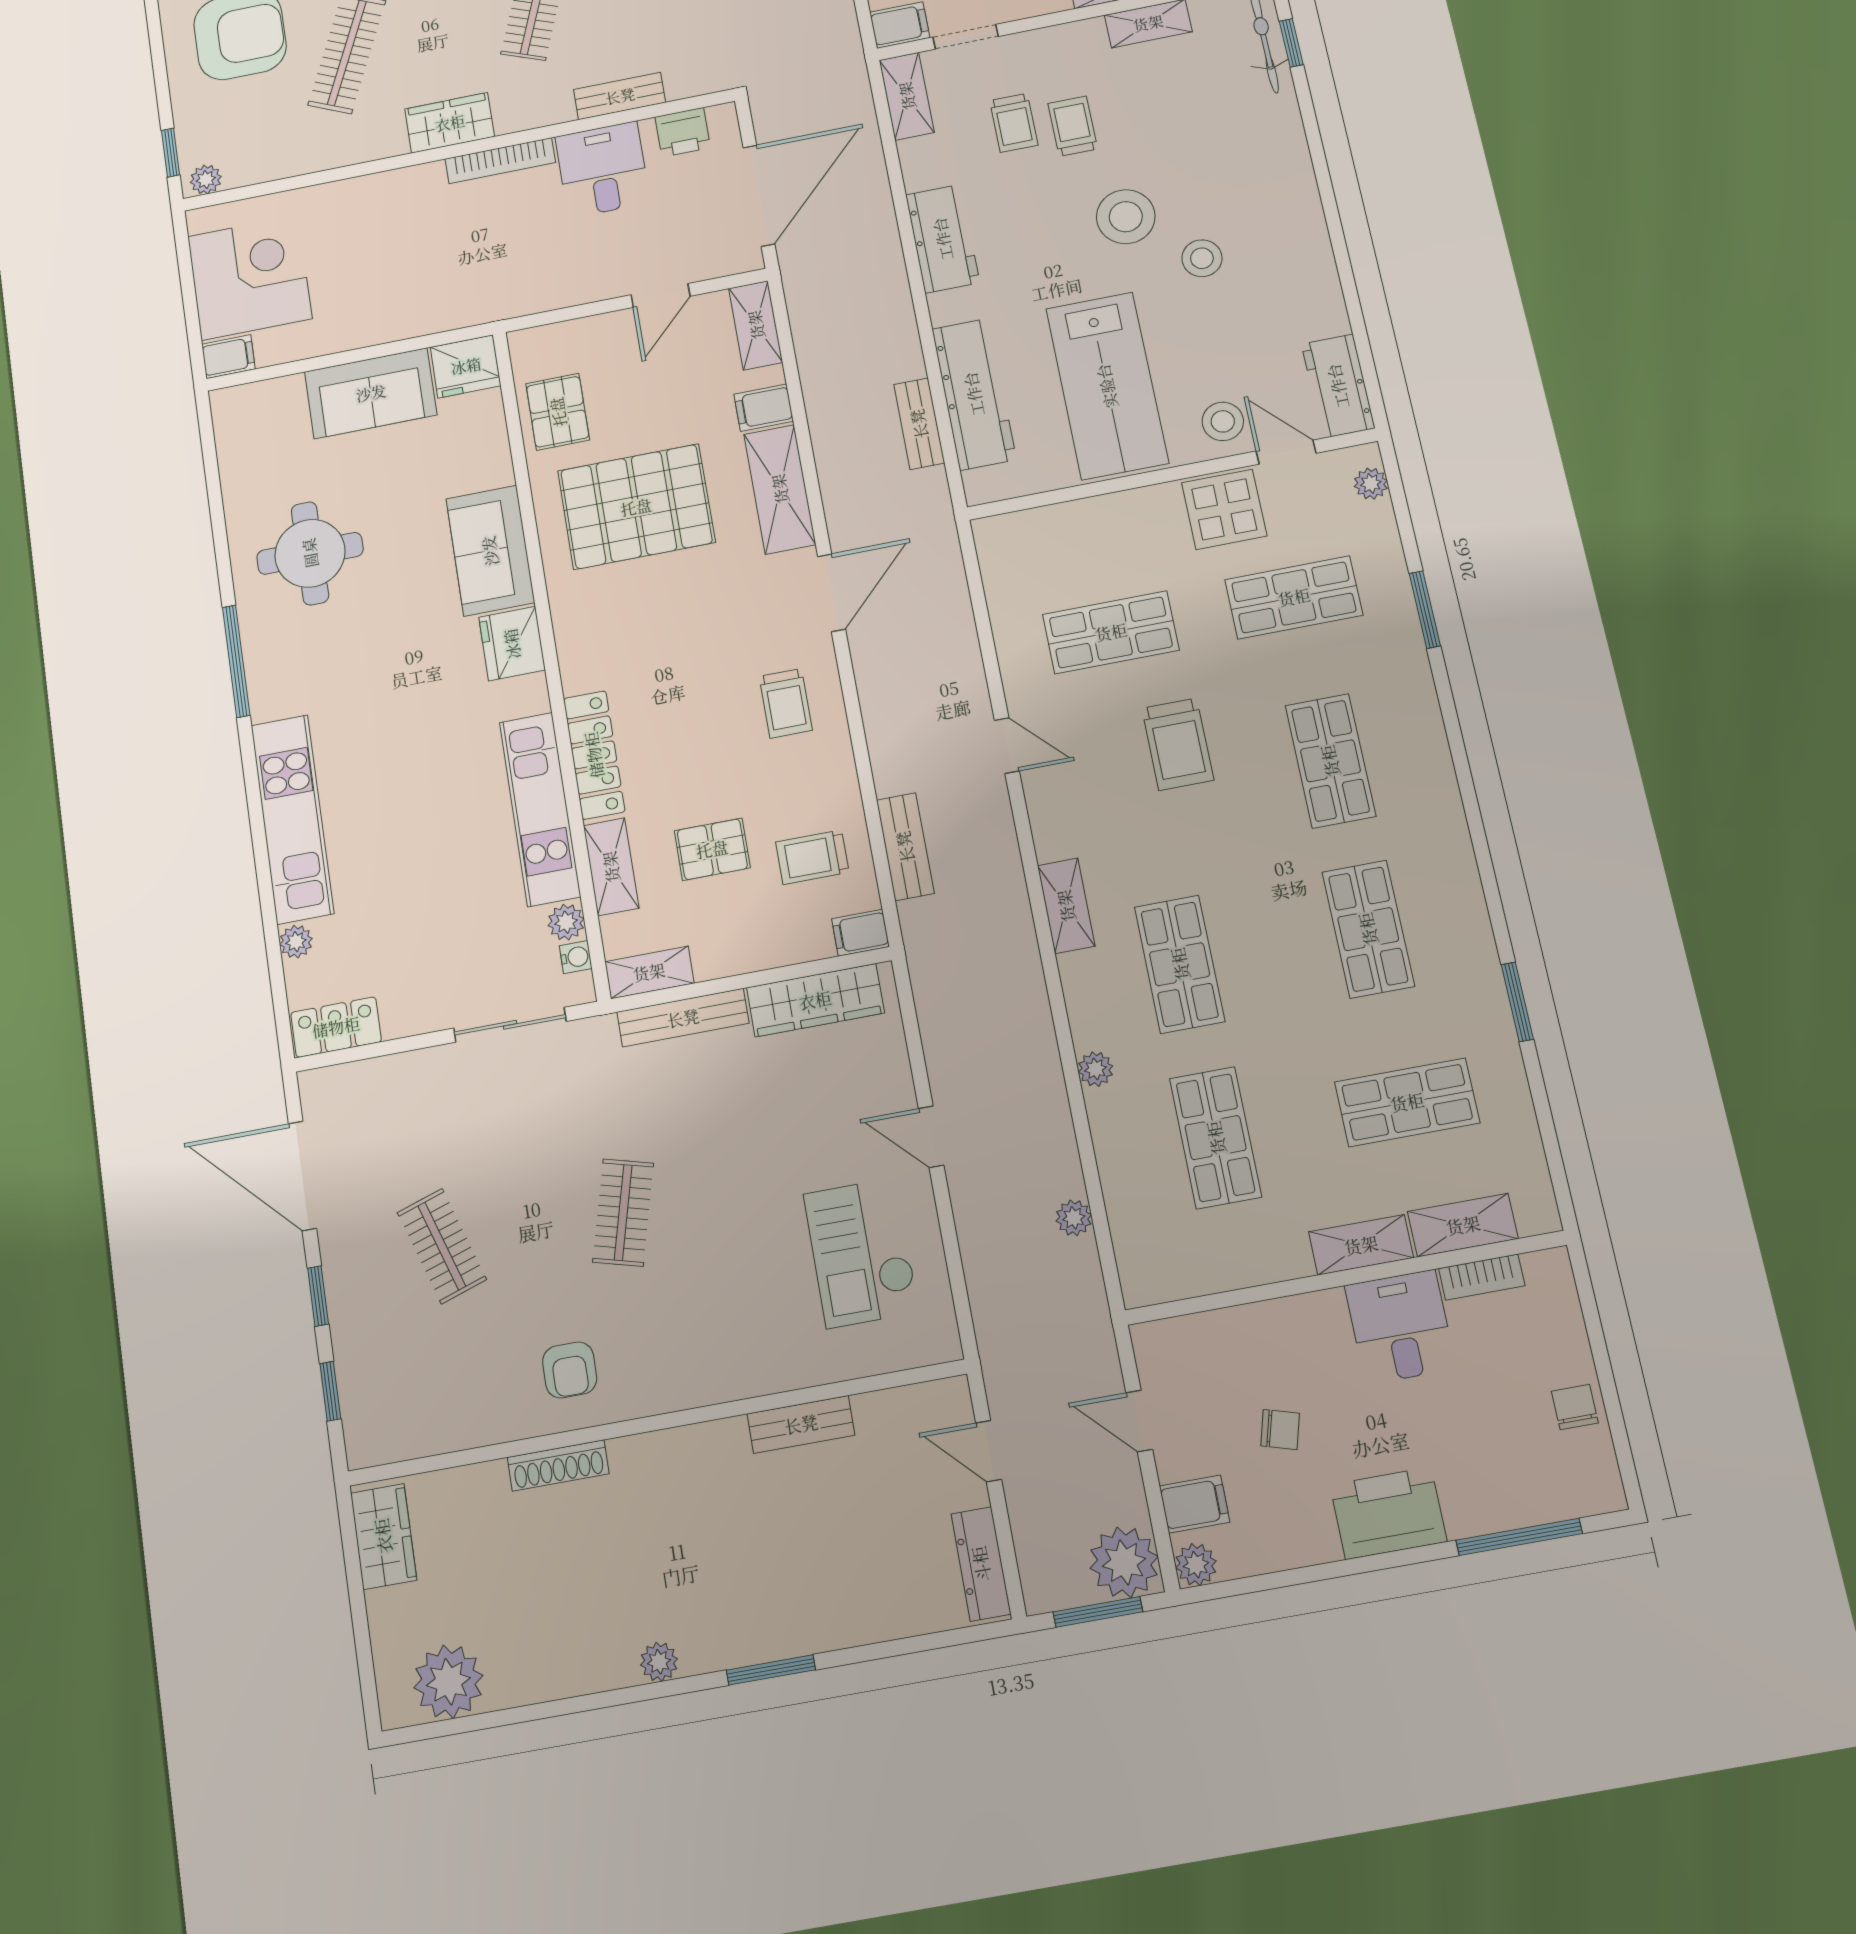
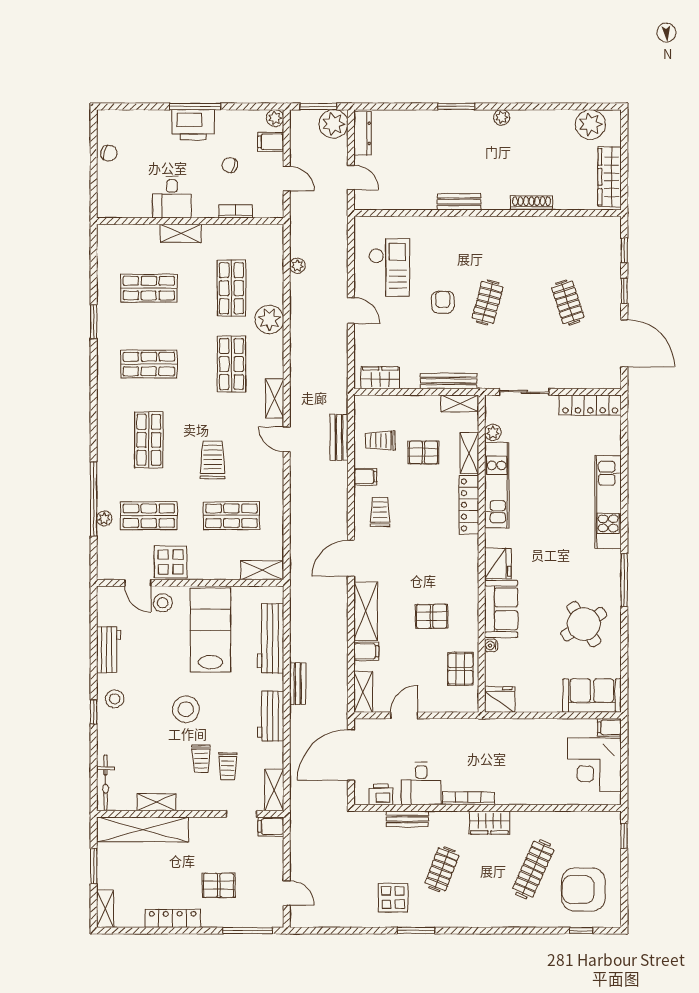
window: (1291, 43) -> (94, 712), moved
trolley: (1014, 123) -> (228, 766), turned 180
plant: (206, 179) -> (609, 819), removed
stool: (1202, 258) -> (115, 699), moved
workbench: (1338, 386) -> (109, 650), moved
sofa: (371, 393) -> (592, 696), moved
bench: (919, 424) -> (298, 684), moved
plant: (1371, 484) -> (104, 518), moved
pallet: (636, 507) -> (432, 616), width x0.49, depth x0.50
round table: (310, 553) -> (584, 624), turned -32
window: (1425, 610) -> (94, 499), width x2.11
door: (1007, 746) -> (287, 439), moved
trolley: (812, 857) -> (380, 441), turned 180
shop shelf: (1368, 929) -> (149, 364), turned 90
filing cabinet: (860, 933) -> (365, 477), moved
plant: (296, 942) -> (614, 446), removed
water cooler: (576, 957) -> (491, 645), moved
wardrobe: (815, 1000) -> (380, 378), width x0.67
locker: (336, 1027) -> (590, 405), width x1.53
plant: (1095, 1069) -> (269, 319), width x1.87, depth x1.87
shelving: (1463, 1225) -> (262, 570), moved
bookcase: (1482, 1277) -> (236, 211), moved
armchair: (570, 1370) -> (443, 302), moved
chair: (1575, 1407) -> (109, 153), turned -74
bench: (801, 1424) -> (459, 202), moved
wardrobe: (383, 1536) -> (610, 177), width x1.50
window: (1519, 1537) -> (195, 106), moved
plant: (1124, 1562) -> (334, 124), moved

